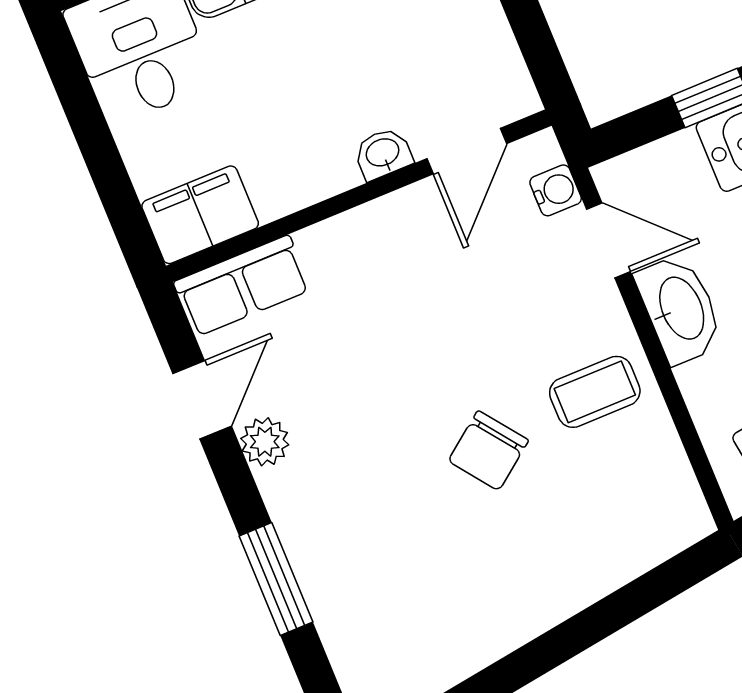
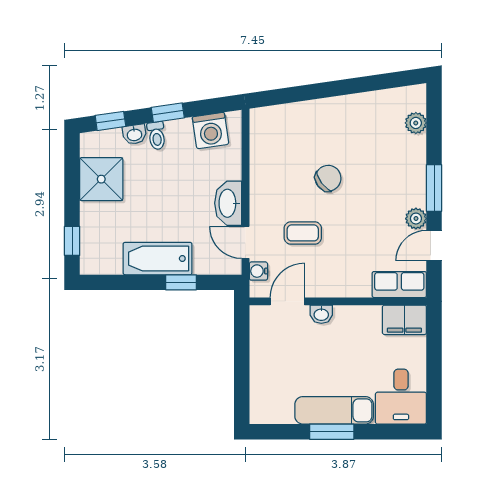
coffee table: (595, 392) -> (303, 233), moved
window: (276, 579) -> (434, 188), moved
plant: (349, 646) -> (416, 123), added

